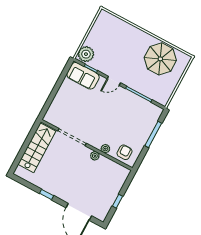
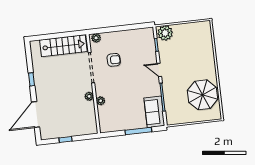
sofa: (83, 76) -> (154, 112), moved
plant: (49, 116) -> (96, 38), added
armchair: (125, 152) -> (114, 60), moved

